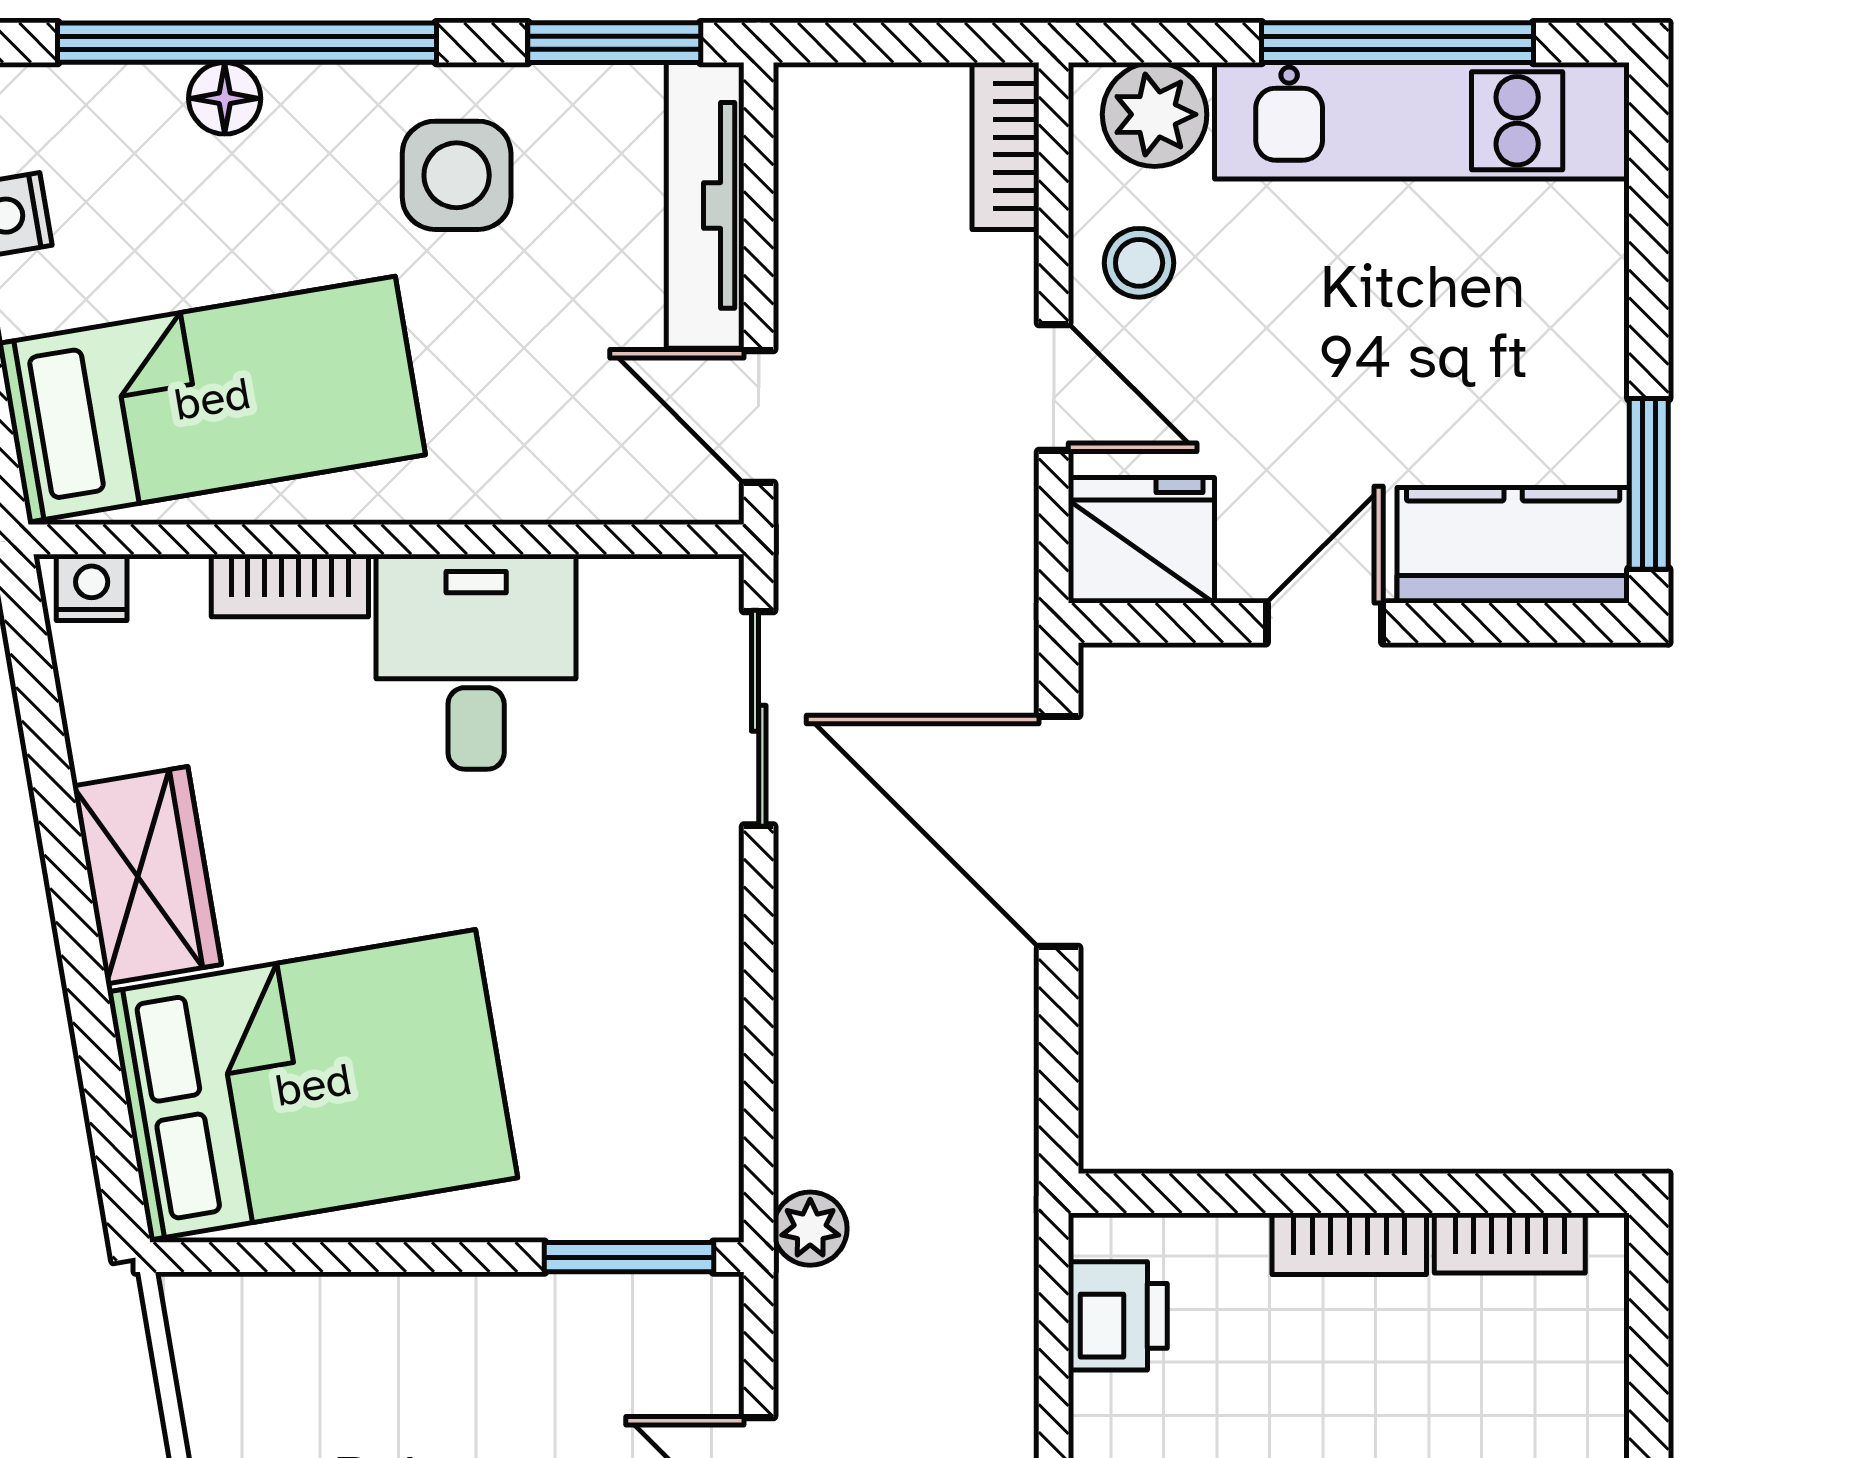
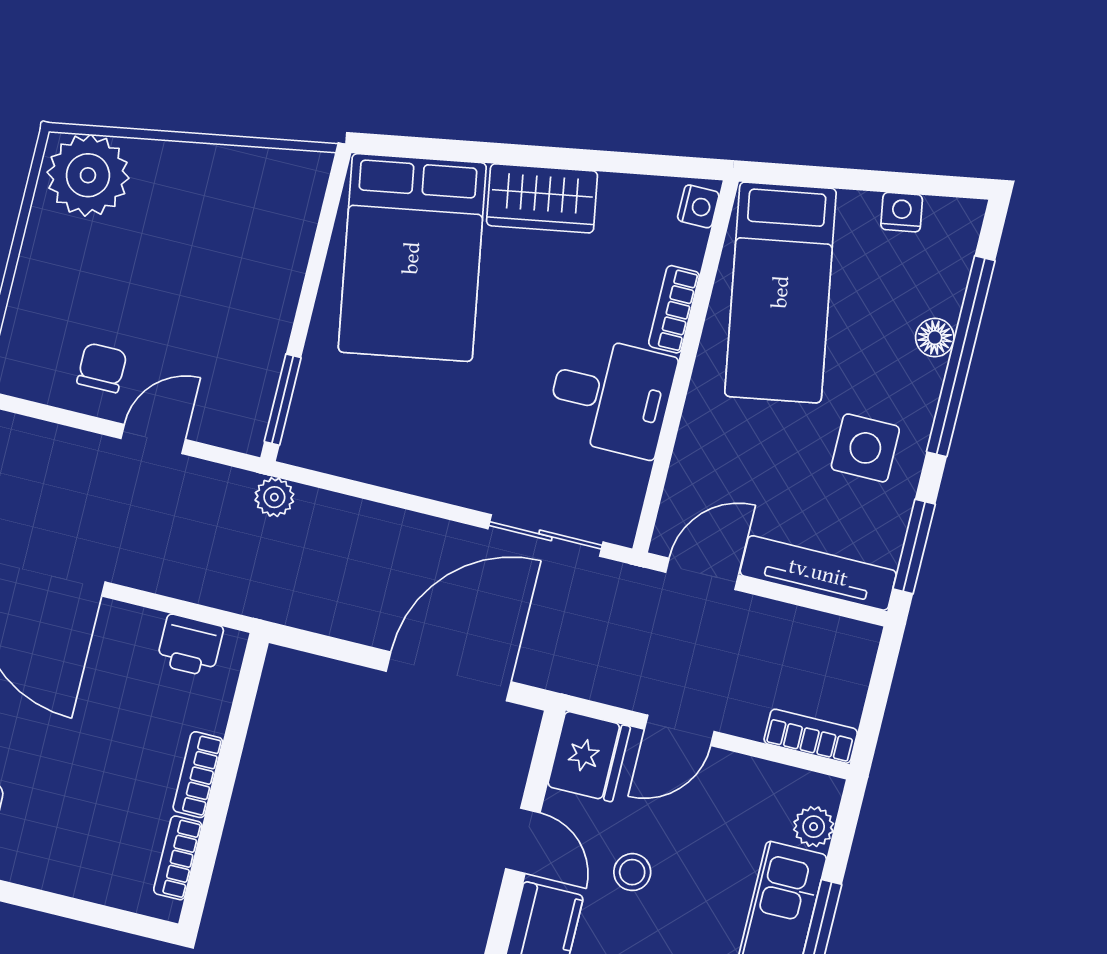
plant: (1155, 114) -> (814, 827), width x0.73, depth x0.73
stool: (1139, 263) -> (632, 872), moved

